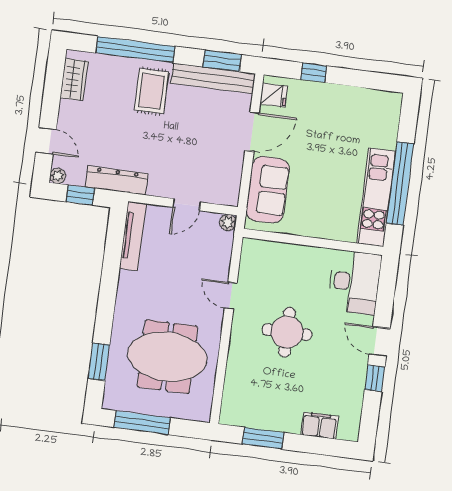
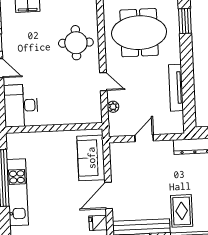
kitchen unit: (376, 197) -> (18, 192), moved
plant: (228, 222) -> (113, 107), moved
tv unit: (133, 236) -> (176, 88), moved
round table: (287, 332) -> (76, 43), moved

